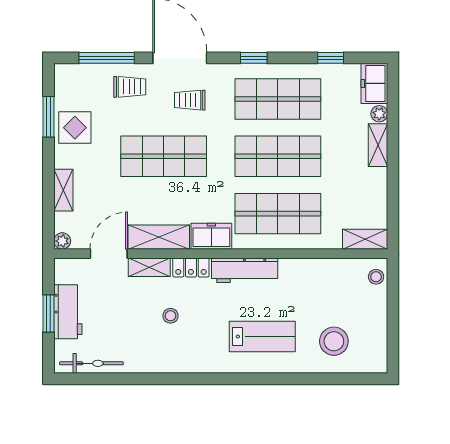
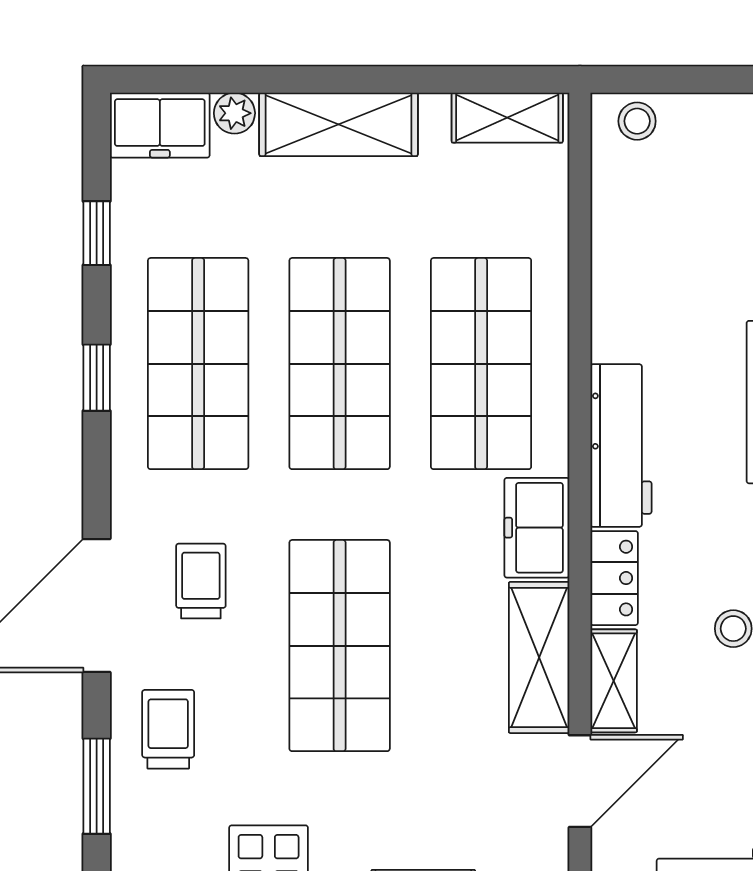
window: (107, 58) -> (97, 786), width x0.69
window: (254, 58) -> (97, 378), moved
trolley: (190, 100) -> (201, 581), turned 180
shelving: (378, 145) -> (339, 124), width x1.50, depth x1.33
shelving: (365, 239) -> (507, 118), moved, turned 90
door: (109, 254) -> (580, 781), swing flipped

